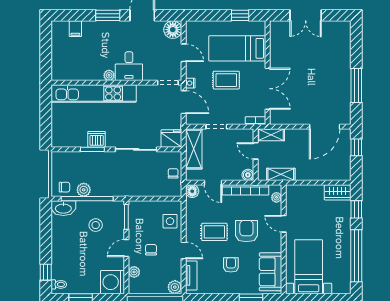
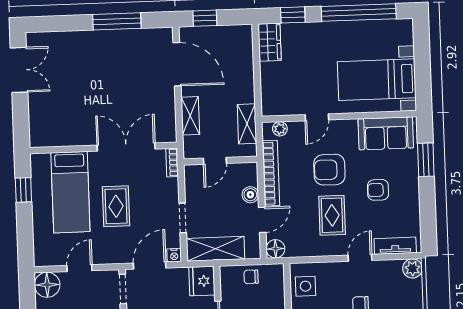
double door: (306, 15) -> (19, 70), moved
nightstand: (190, 83) -> (174, 255), moved
shelving: (271, 135) -> (190, 116), moved
boiler: (248, 175) -> (250, 195), moved
side table: (170, 221) -> (305, 286), moved

